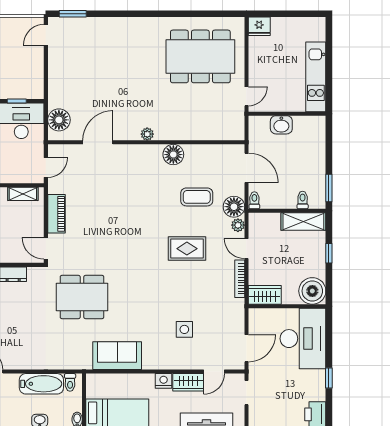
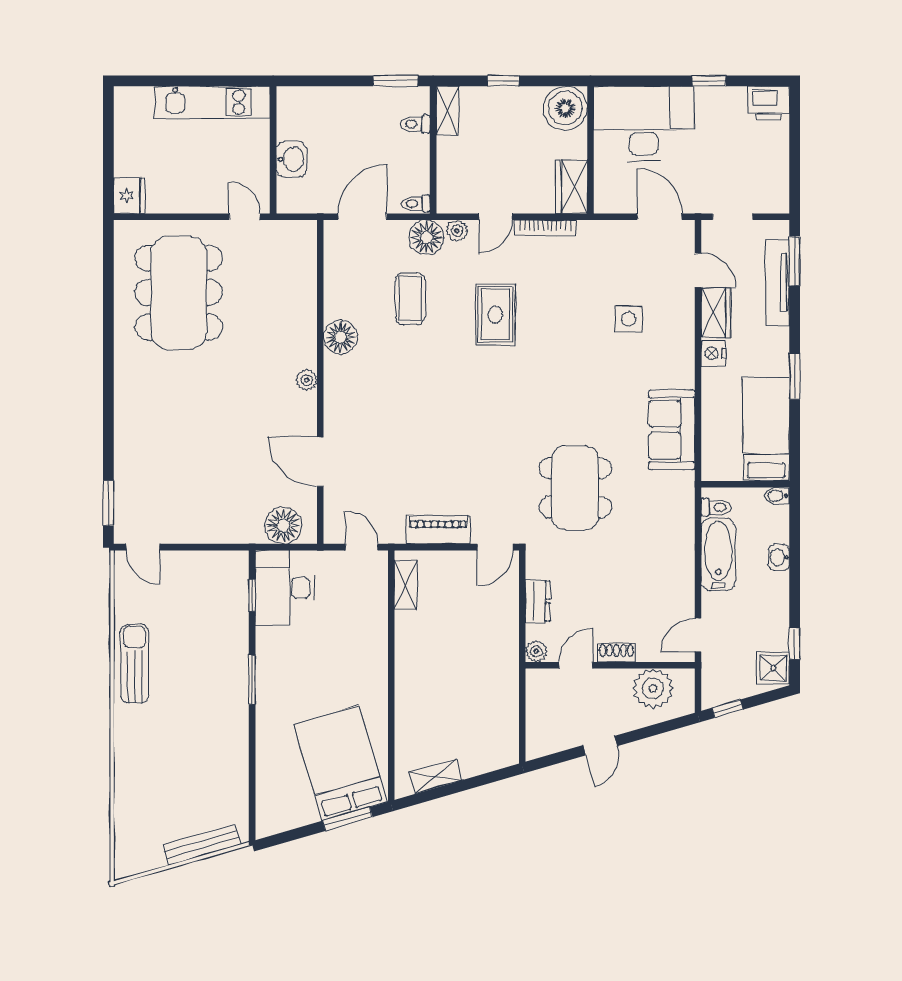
shelving: (303, 222) -> (447, 110), width x0.67, depth x0.75

